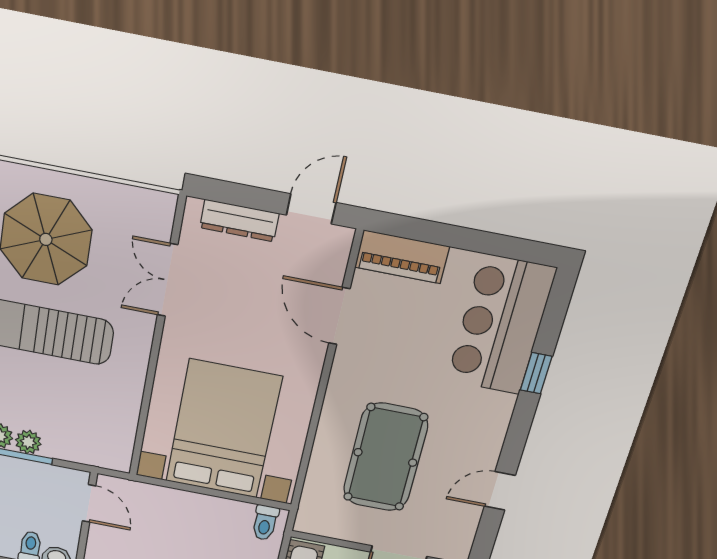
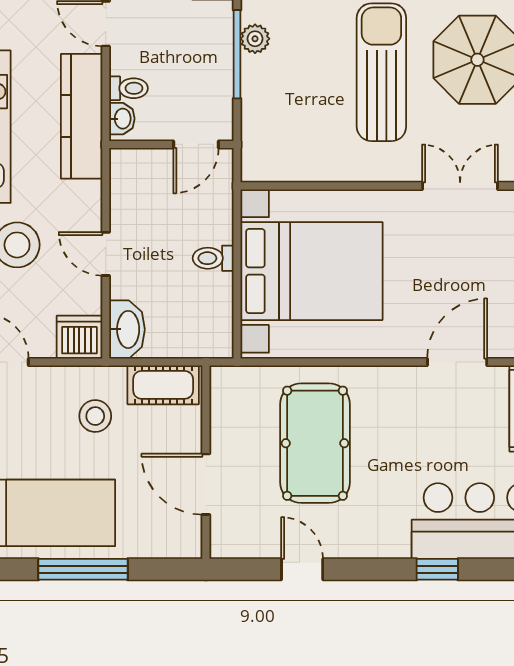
plant: (28, 442) -> (255, 70), removed
pool table: (385, 457) -> (315, 443), turned 90
toilet: (265, 523) -> (213, 258), moved

